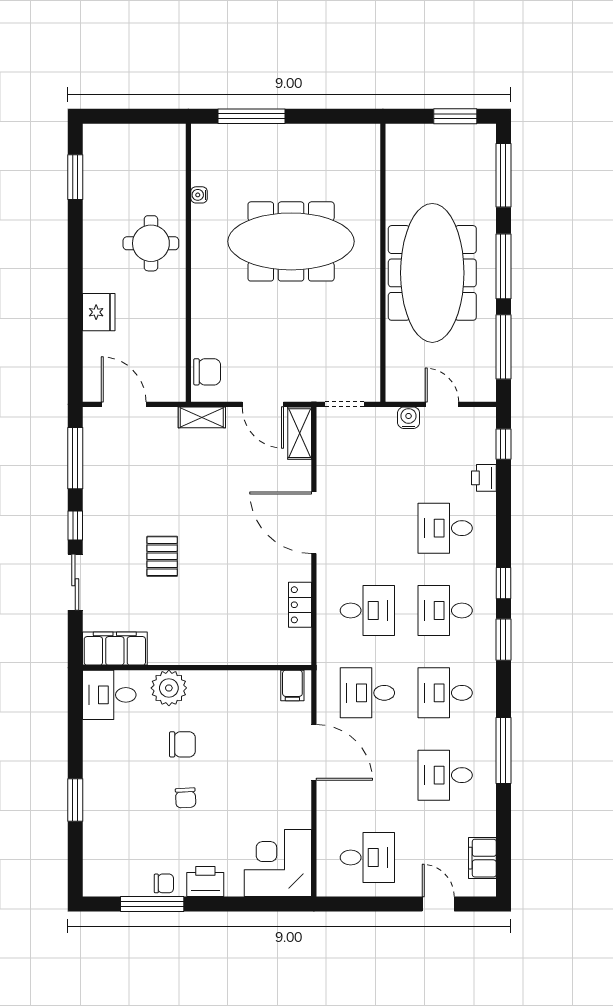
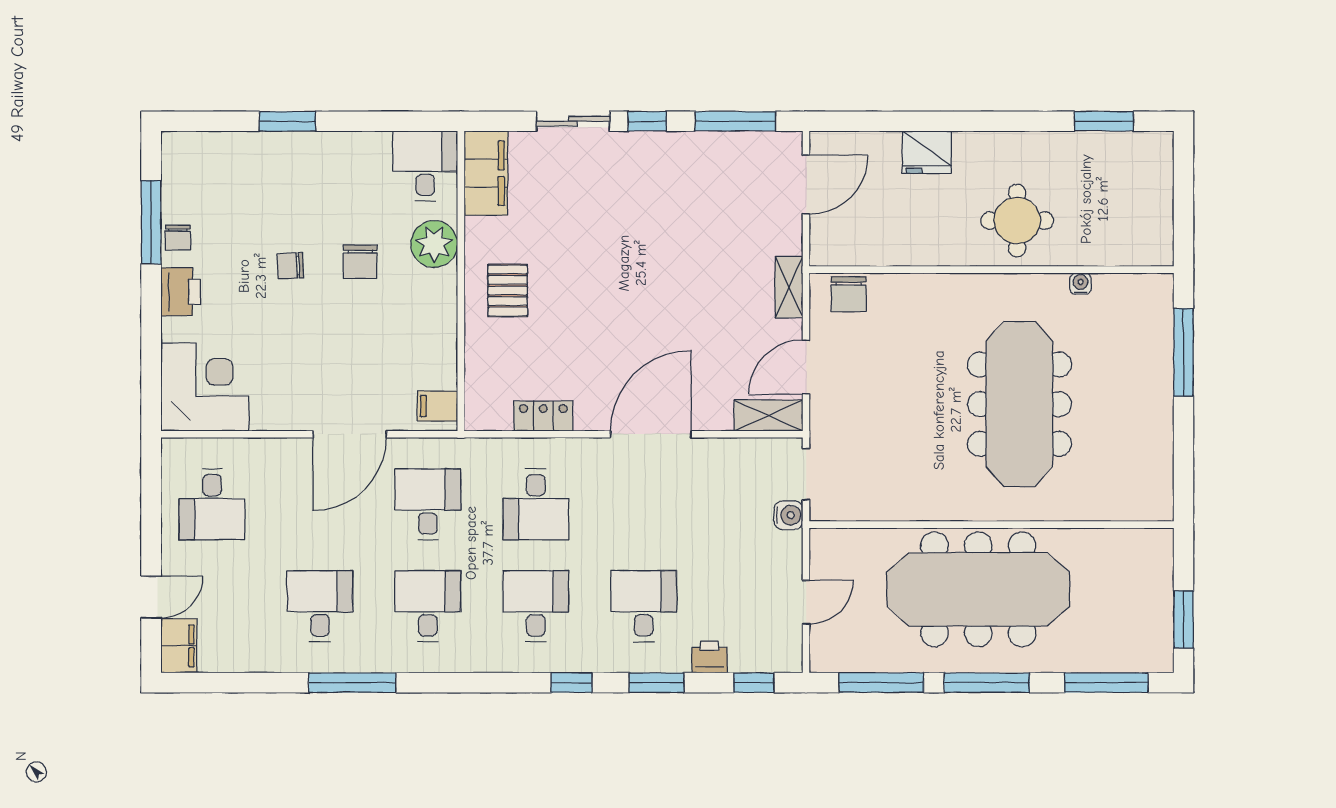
water cooler: (409, 418) -> (788, 515), moved
pallet: (162, 556) -> (508, 291), moved, turned 90
window: (503, 640) -> (657, 683), moved
filing cabinet: (482, 858) -> (179, 646), moved, turned 90

